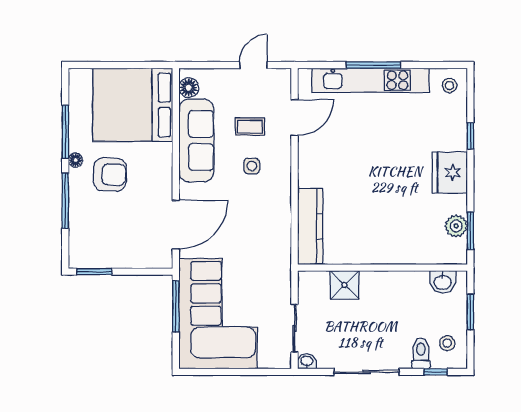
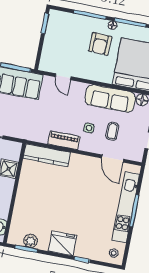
piano: (280, 203) -> (64, 140), added
door: (176, 225) -> (63, 77), width x0.53

